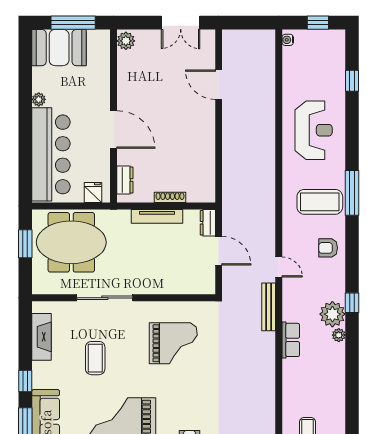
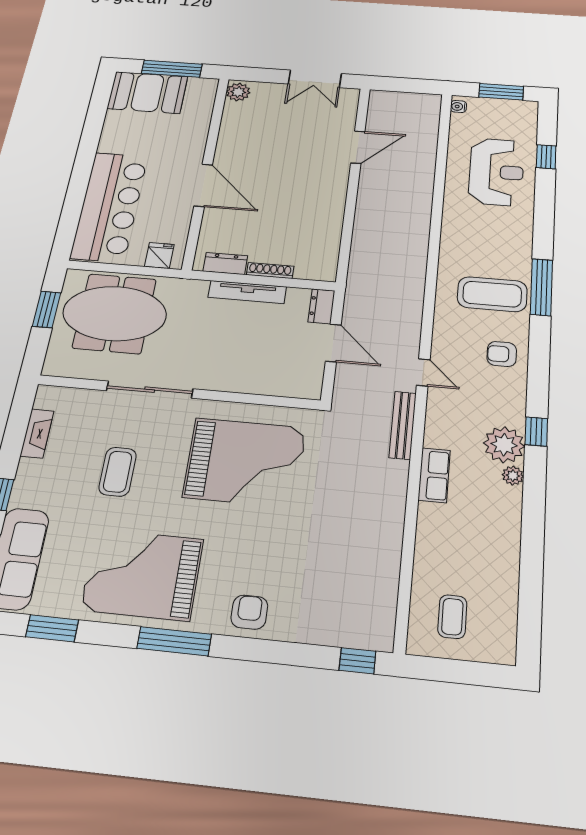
window: (318, 23) -> (501, 92), width x1.50
door: (219, 85) -> (358, 147), swing flipped
plant: (39, 99) -> (107, 145), removed
reception desk: (314, 130) -> (496, 172), moved
dresser: (125, 180) -> (225, 264), moved, turned -90
fireplace: (42, 337) -> (37, 433), width x0.73, depth x0.76
grand piano: (173, 343) -> (245, 462), width x1.37, depth x1.48

